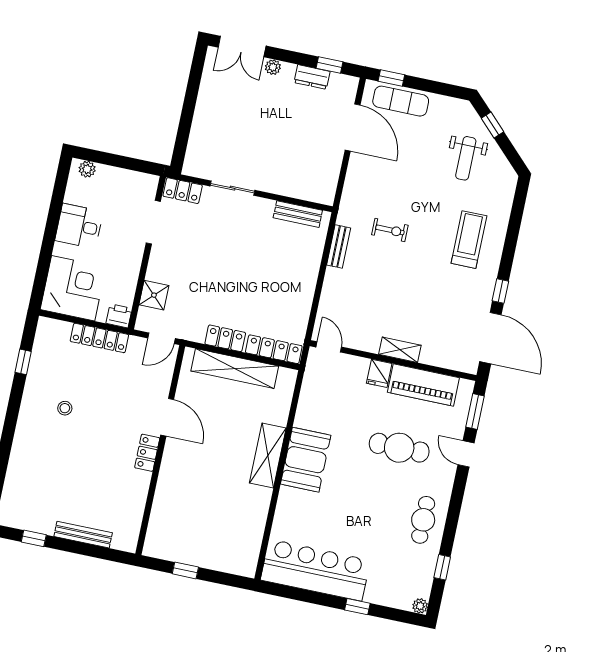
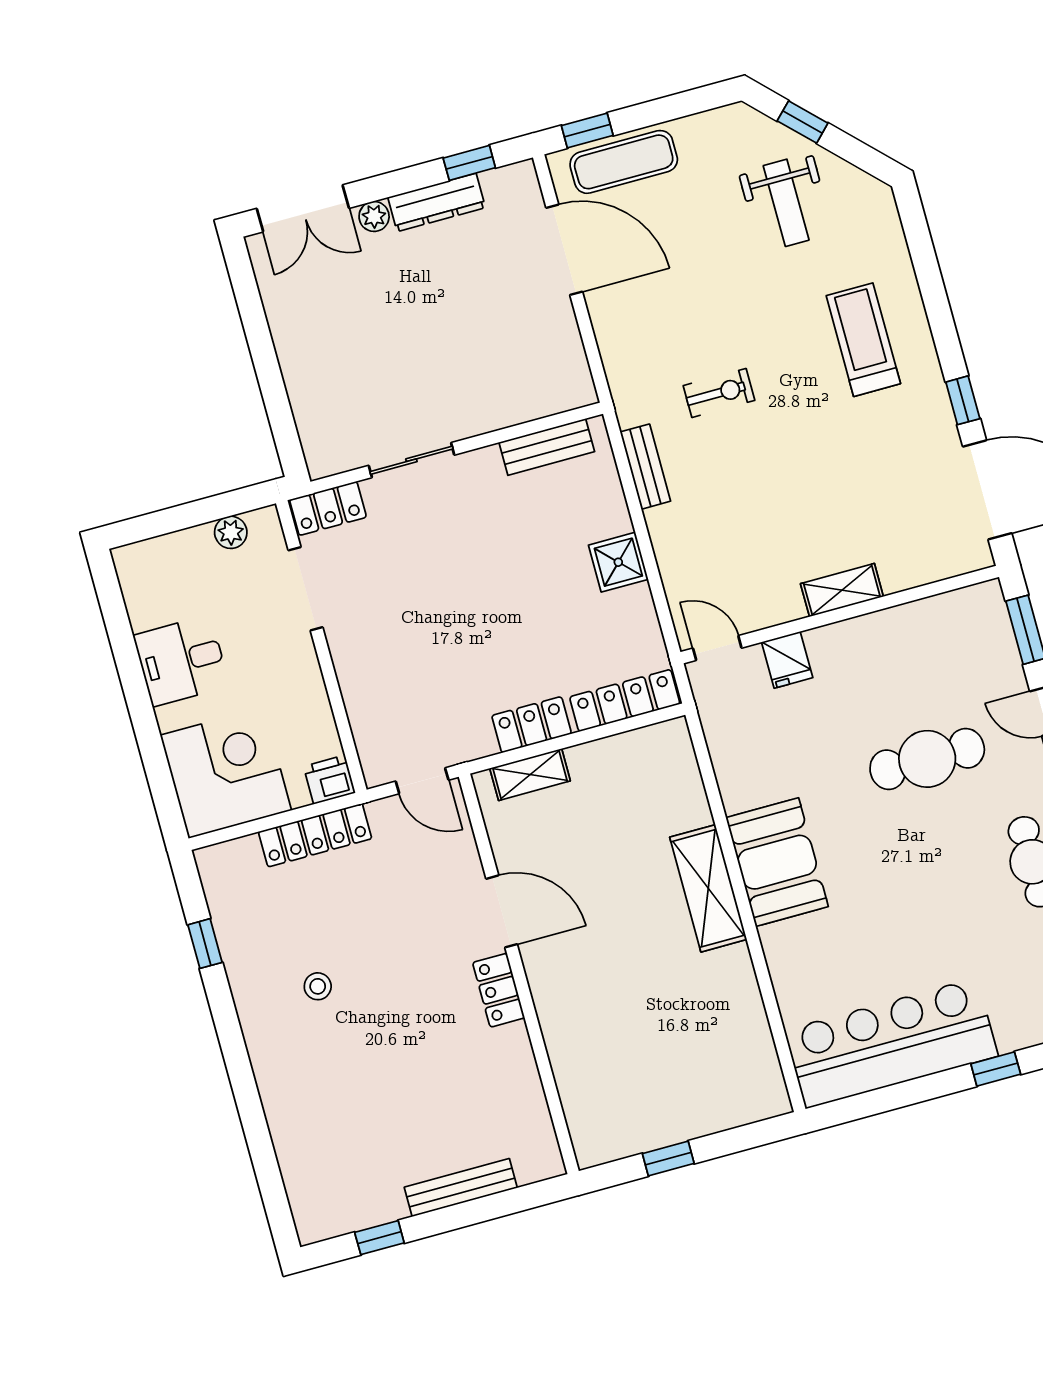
dresser: (312, 77) -> (437, 202), width x1.44
plant: (87, 169) -> (231, 532), moved
shower: (154, 295) -> (618, 562), moved
door: (162, 338) -> (422, 781), hinge flipped
shelving: (235, 369) -> (530, 775), width x0.45, depth x0.75
fridge: (379, 373) -> (787, 660), moved
piano: (423, 385) -> (914, 630), removed

